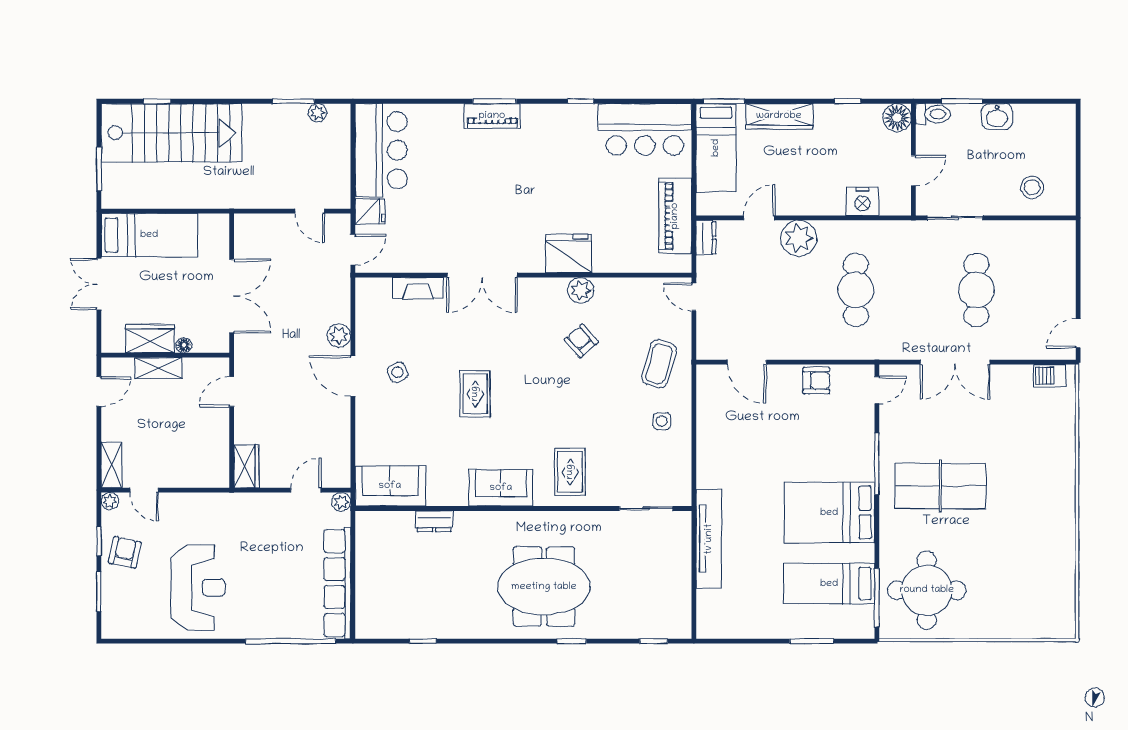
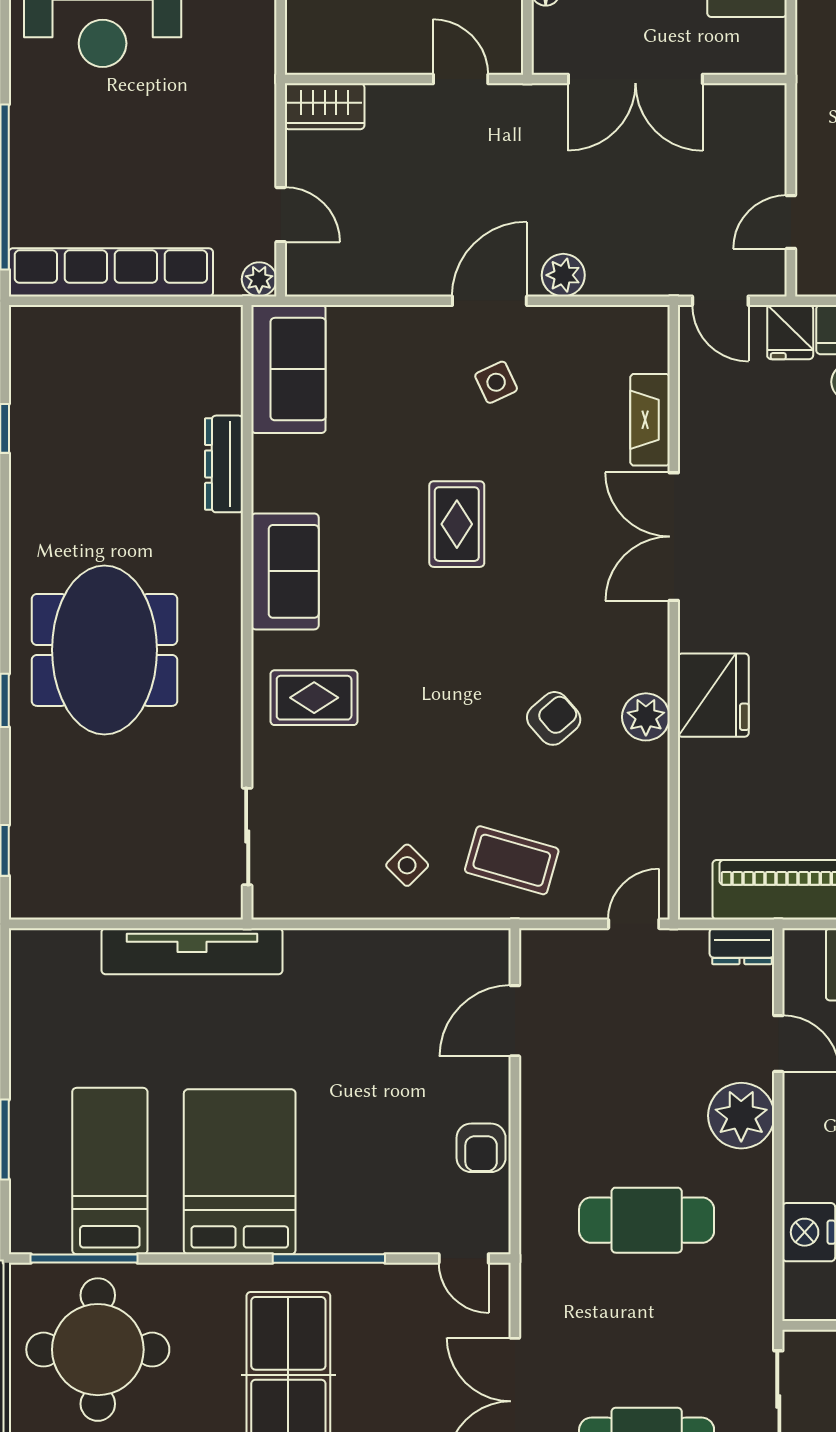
rug: (475, 394) -> (457, 524), turned 90
side table: (662, 421) -> (407, 865), turned 45
dresser: (434, 521) -> (224, 464), width x1.44

